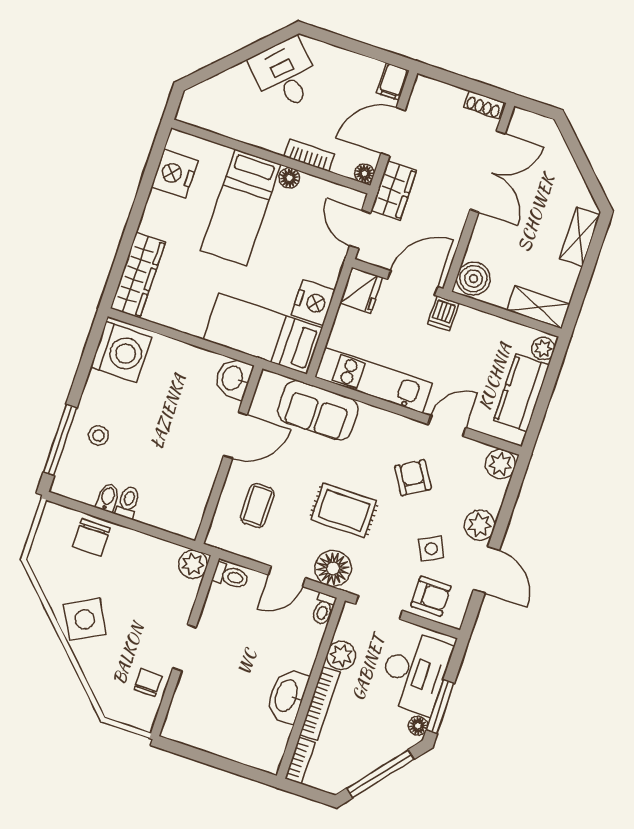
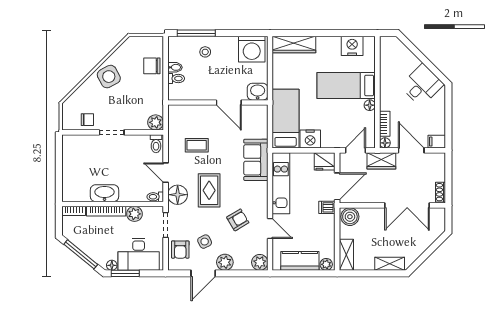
bookcase: (309, 155) -> (385, 124), moved
door: (413, 283) -> (337, 186), hinge flipped
washbasin: (233, 378) -> (258, 92), moved
door: (235, 435) -> (229, 103), moved
wall: (229, 455) -> (218, 103), moved

